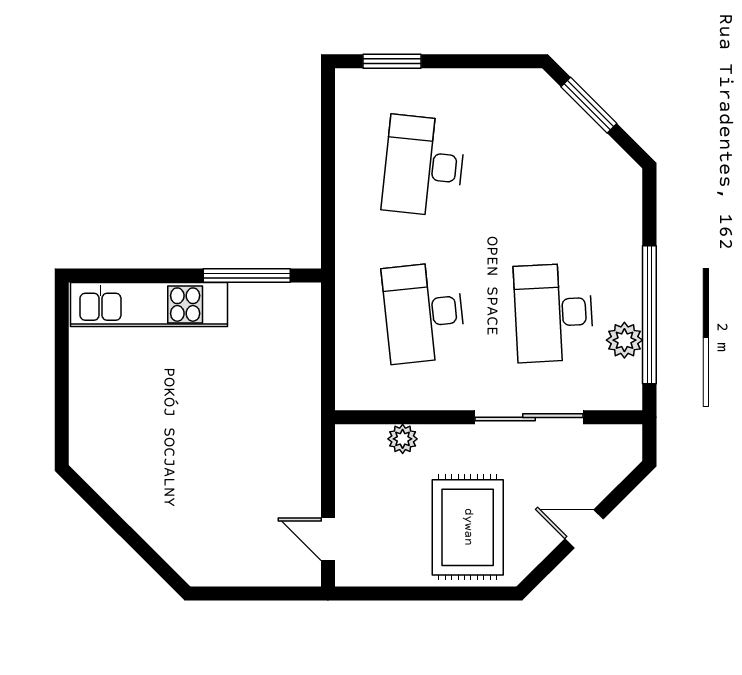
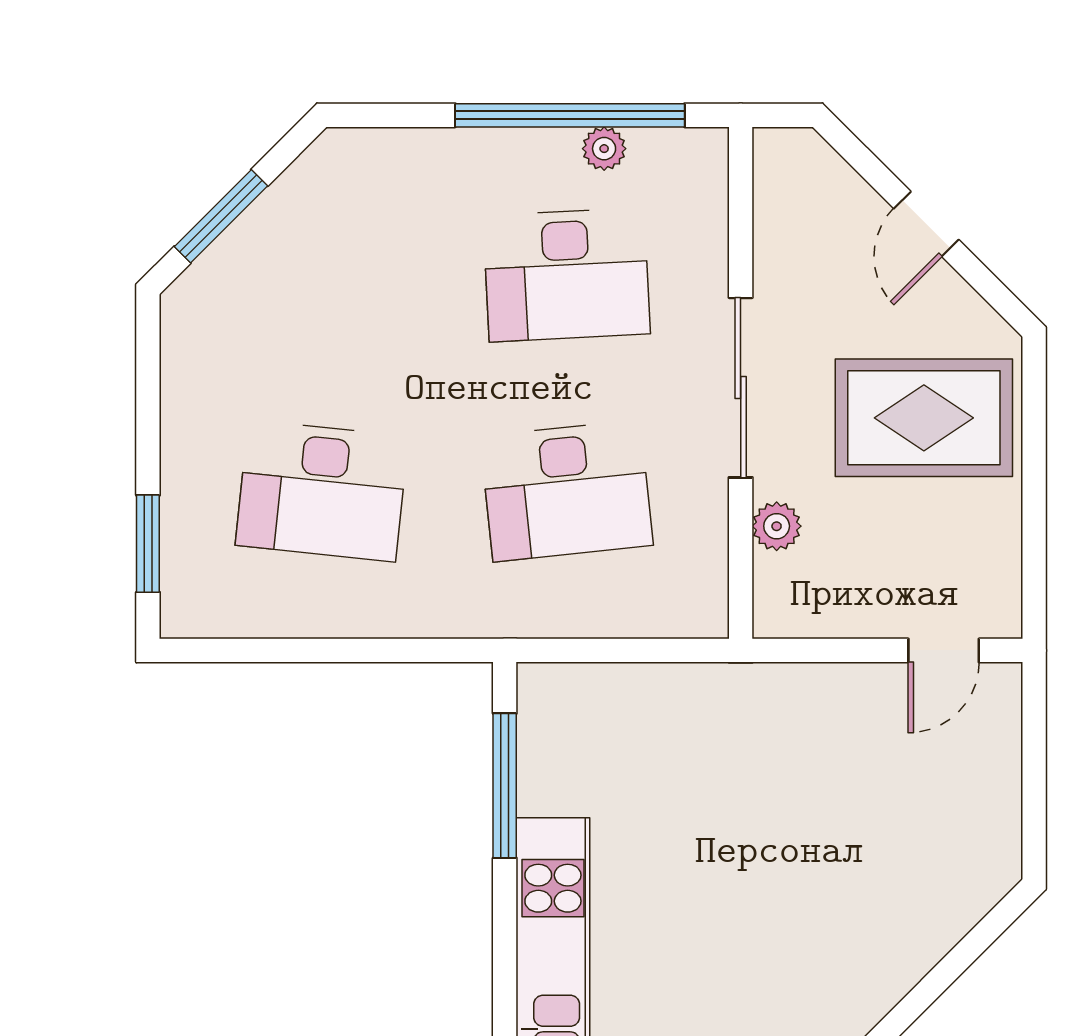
plant: (624, 340) -> (604, 149), width x0.73, depth x0.73
sliding door: (529, 417) -> (741, 388), moved

